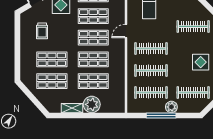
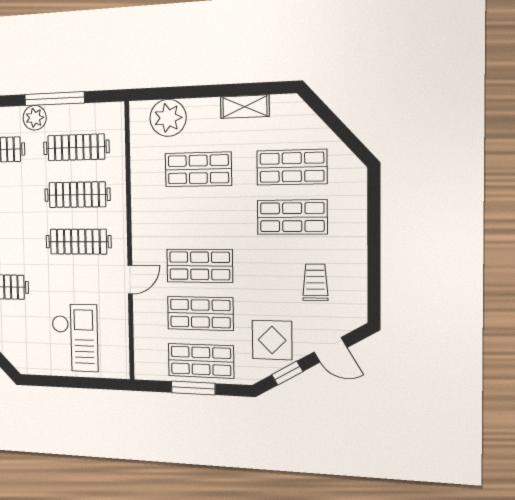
shop shelf: (93, 59) -> (199, 218), removed
plant: (92, 104) -> (168, 118), moved

